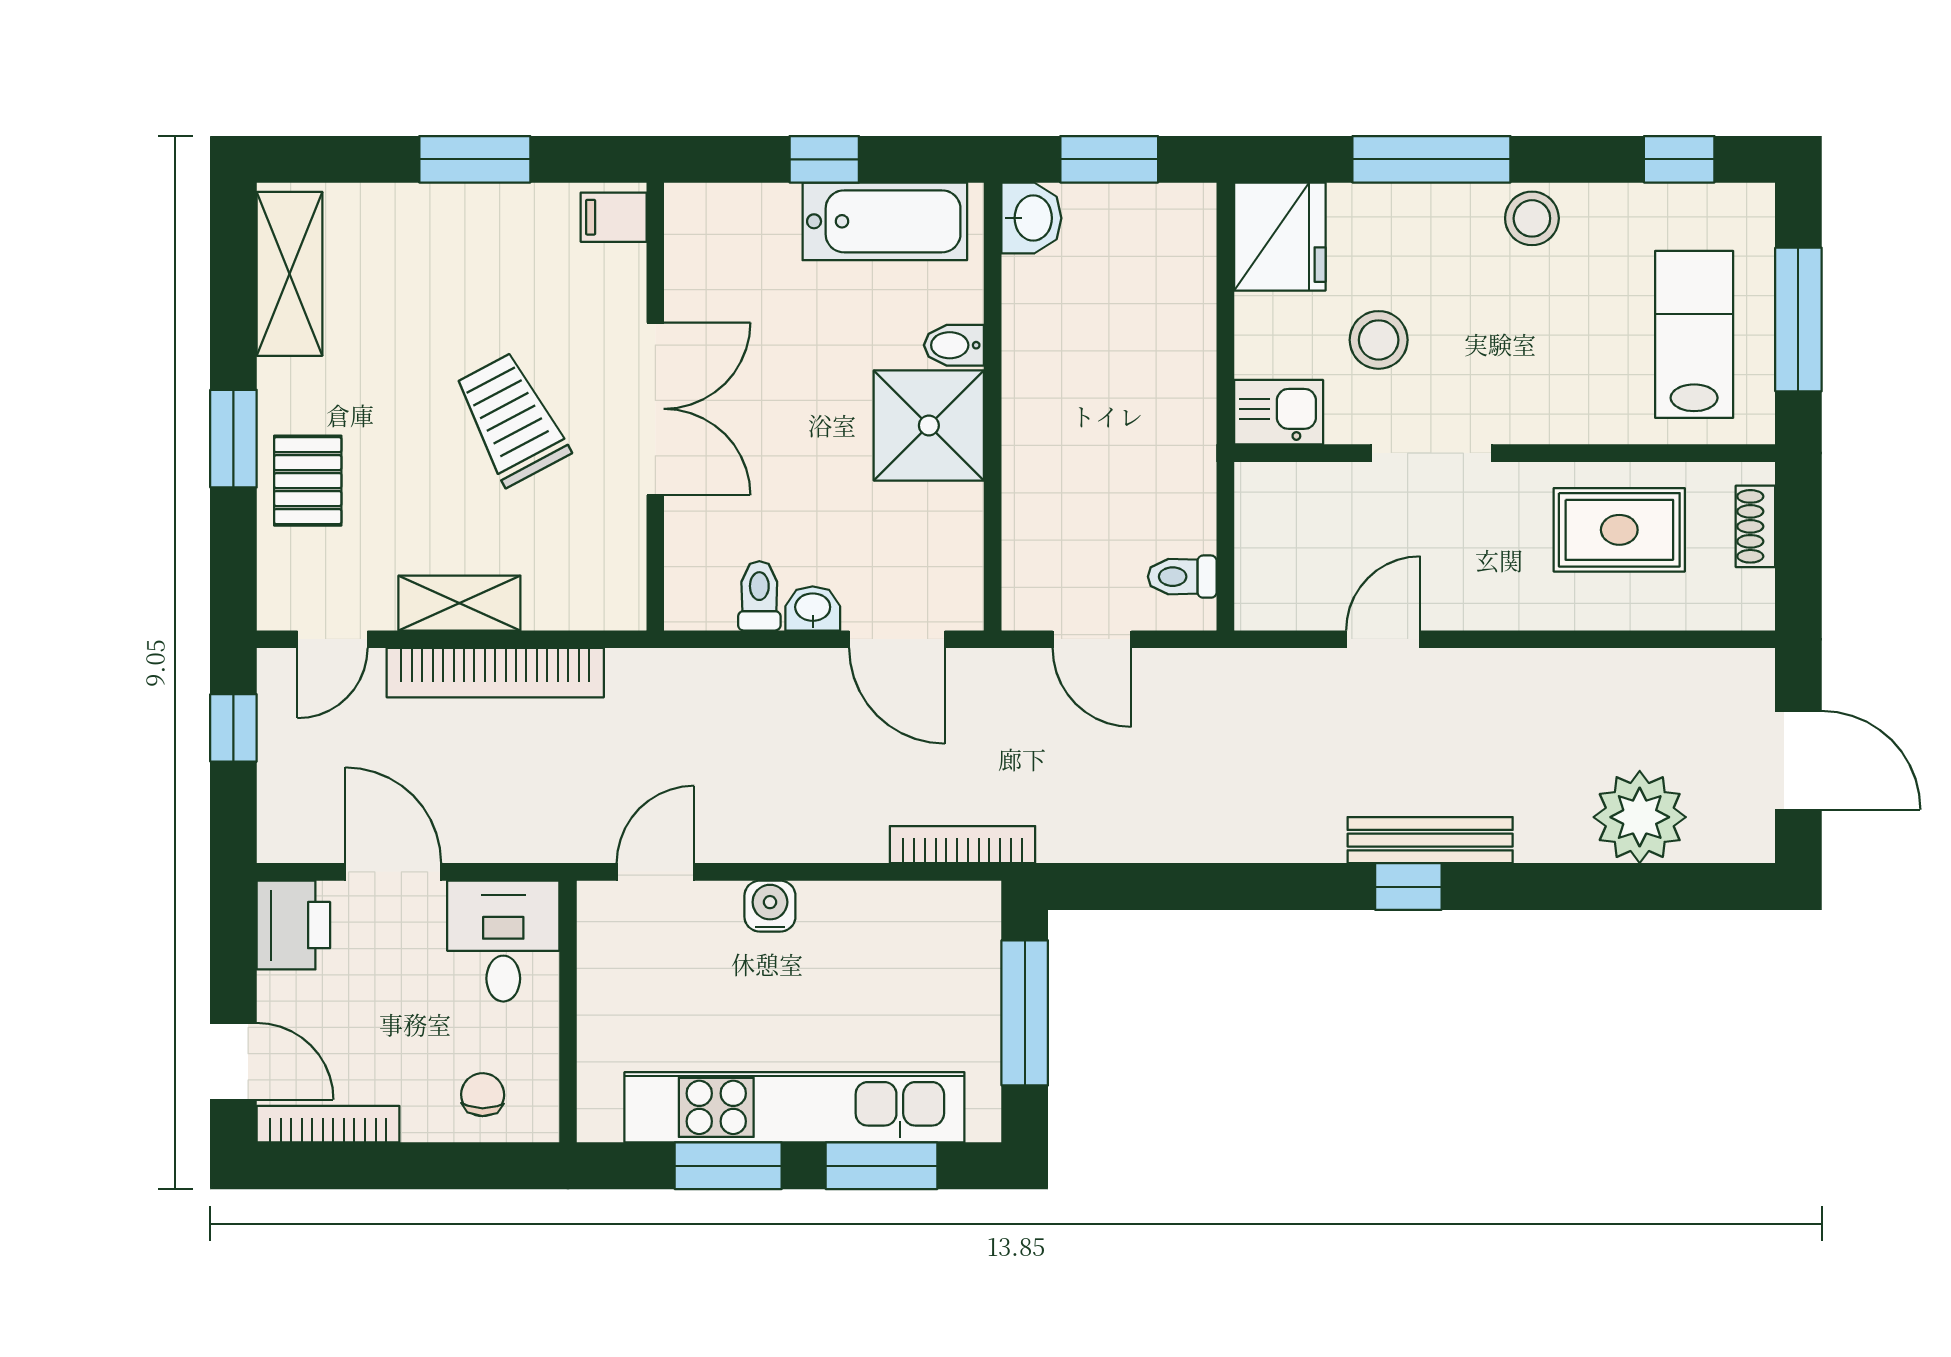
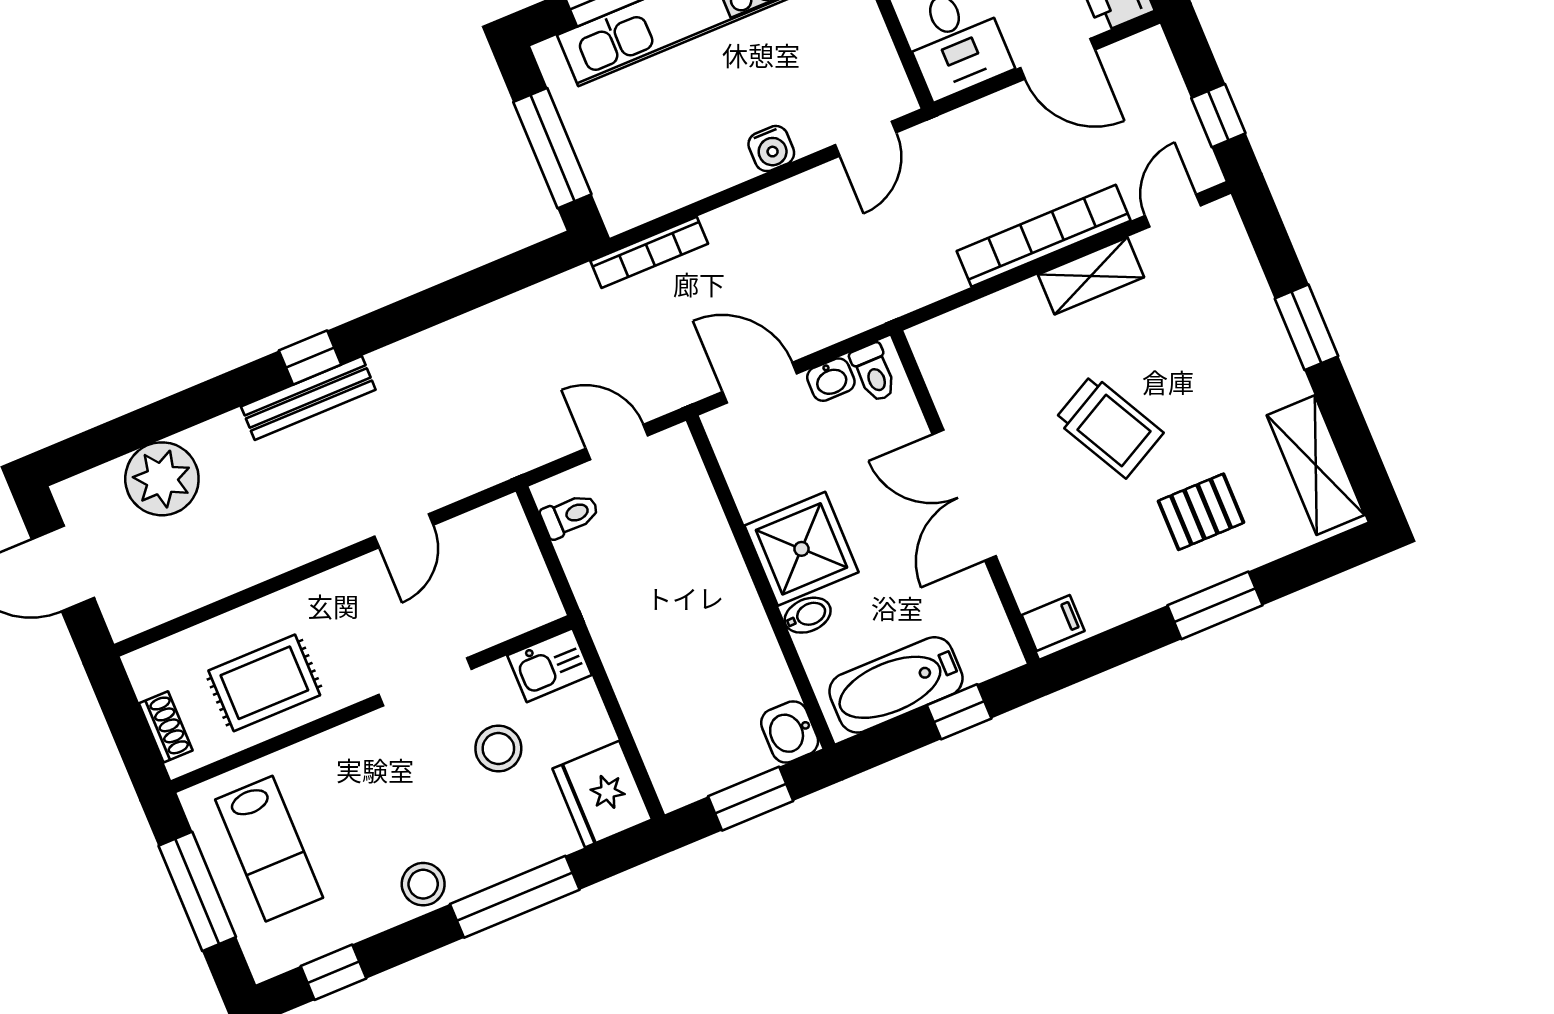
filing cabinet: (614, 217) -> (1053, 623), moved
wall: (655, 407) -> (965, 497), moved
double door: (655, 409) -> (964, 495), moved
pallet: (308, 481) -> (1201, 512), moved, turned 90

